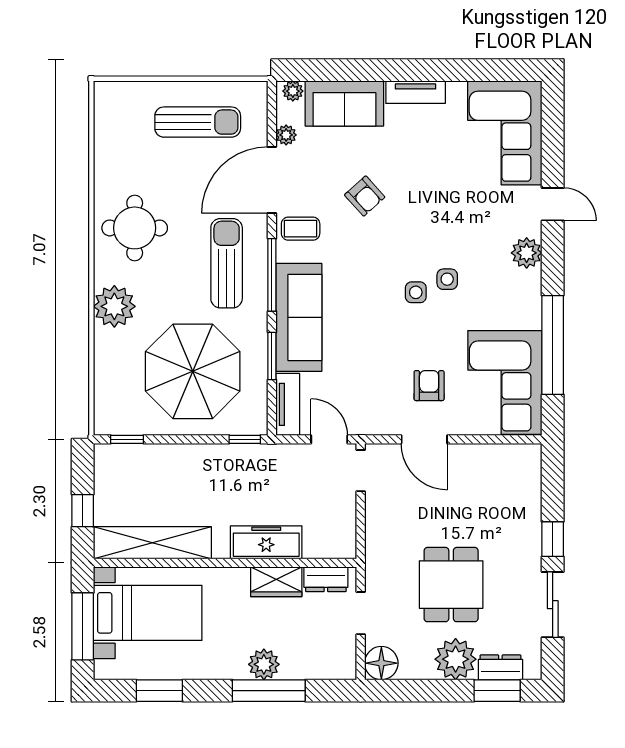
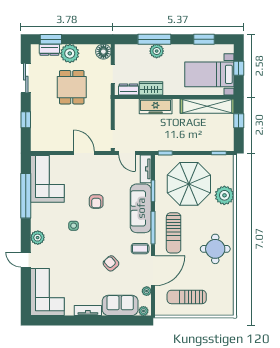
side table: (416, 292) -> (88, 220), removed
plant: (114, 306) -> (224, 195), moved
armchair: (429, 386) -> (96, 201), moved
window: (553, 539) -> (26, 120), moved
window: (83, 626) -> (239, 68), width x0.46

